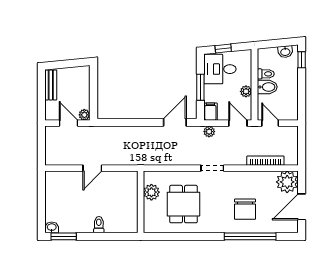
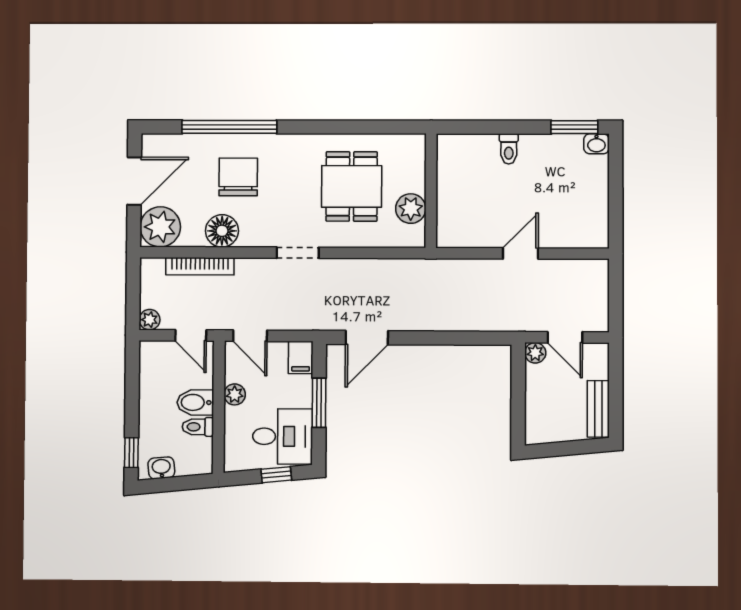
plant: (209, 132) -> (150, 320), moved
floor lamp: (254, 180) -> (222, 231), added

